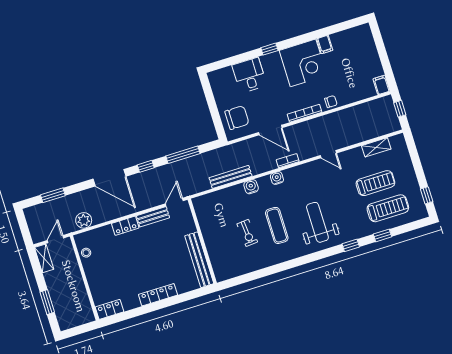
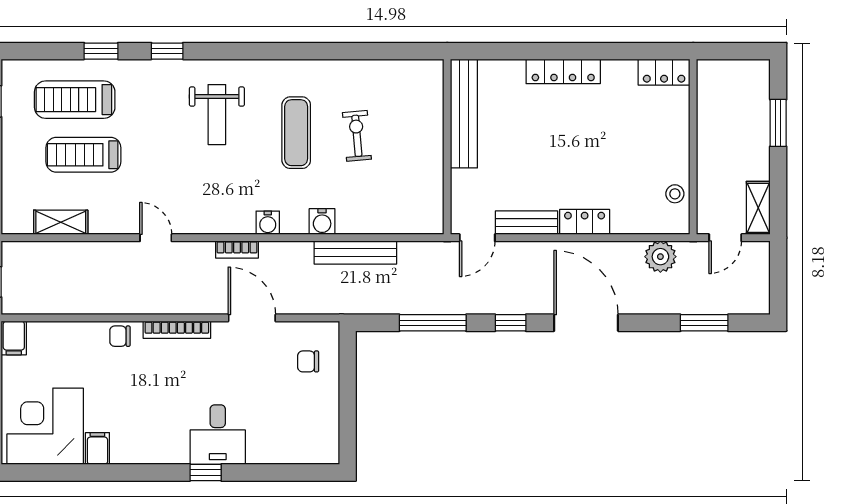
corner desk: (303, 63) -> (45, 426), moved
desk: (249, 75) -> (218, 435), moved
chair: (237, 118) -> (308, 361), width x0.54, depth x0.54
weight bench: (317, 222) -> (217, 115), width x0.73, depth x0.75

